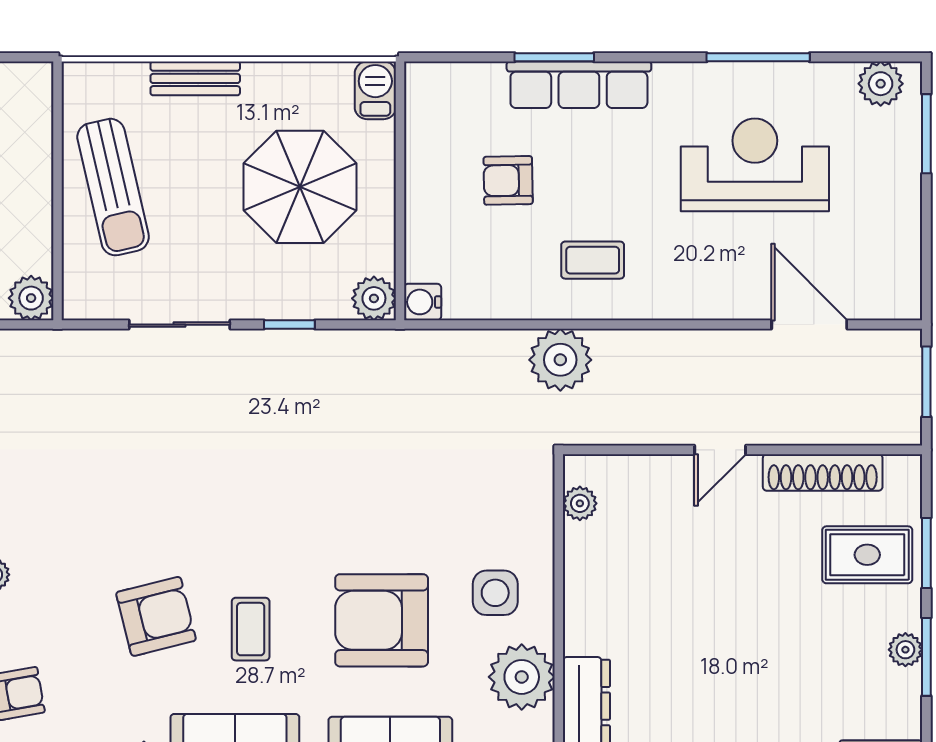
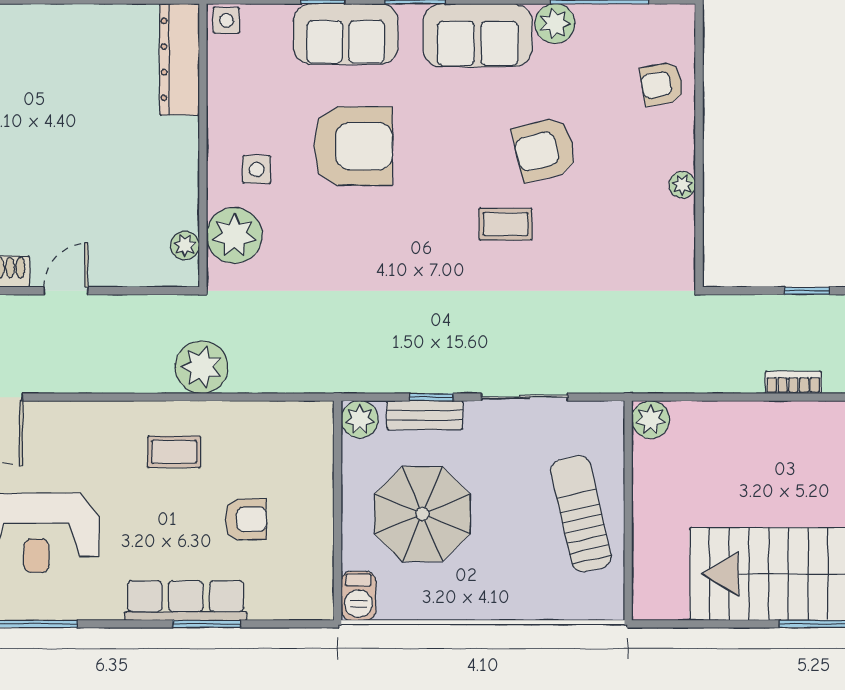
bench: (195, 78) -> (425, 415), moved
water cooler: (423, 302) -> (318, 416), removed
side table: (495, 593) -> (257, 169), width x0.73, depth x0.73
coffee table: (251, 629) -> (506, 224), moved, turned 90
plant: (522, 677) -> (234, 235), moved

